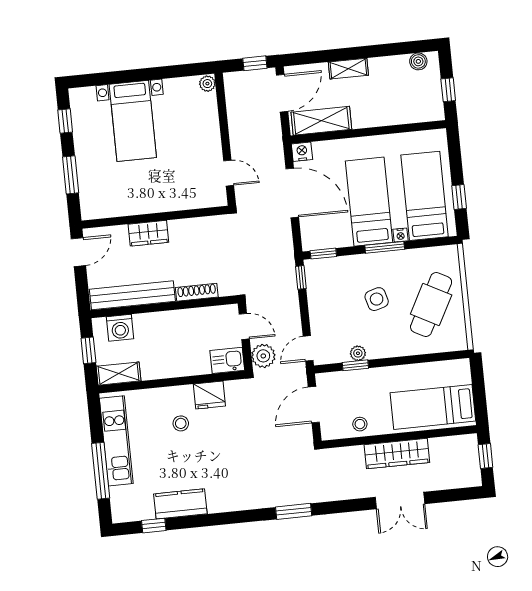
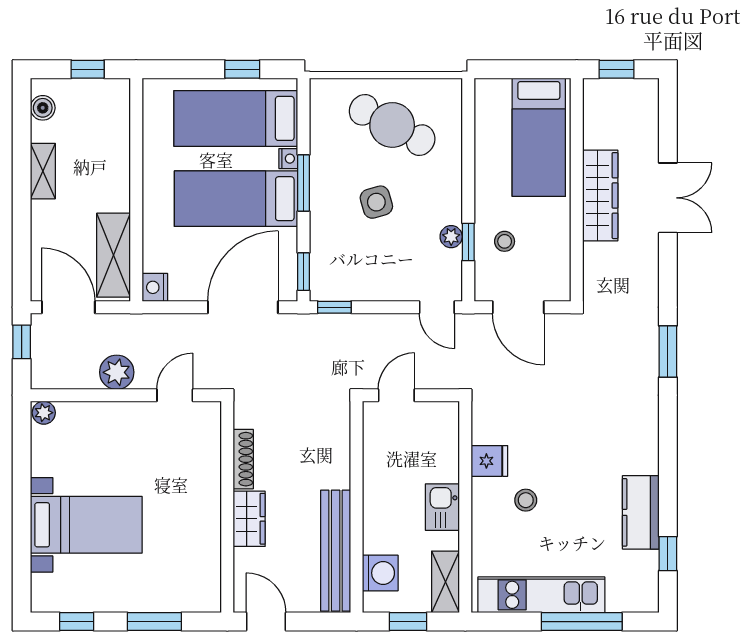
shelving: (348, 69) -> (43, 171), moved
door: (292, 193) -> (243, 307), moved
shoe rack: (197, 292) -> (243, 459), moved, turned 180
plant: (263, 356) -> (117, 372), moved
kitchen sink: (227, 360) -> (442, 507), moved
fridge: (209, 395) -> (489, 461), width x0.72
stool: (360, 424) -> (505, 241), moved

